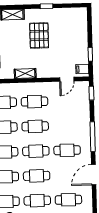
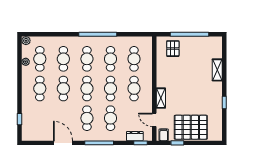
pallet: (39, 35) -> (191, 127), moved, width x1.37, depth x1.41
shelving: (25, 74) -> (161, 98), moved
dresser: (84, 99) -> (135, 136), added
cafe table: (68, 200) -> (110, 118), moved

